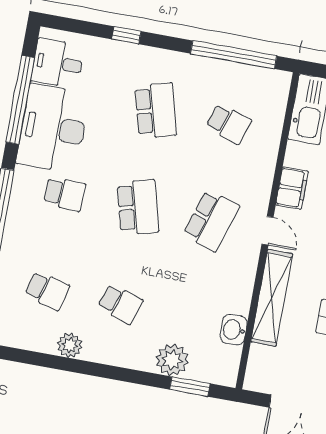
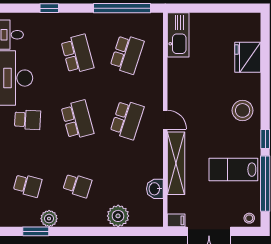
school desk: (229, 124) -> (127, 54), width x1.85
filing cabinet: (292, 188) -> (176, 220), moved, width x0.50
window: (190, 387) -> (36, 231), moved

